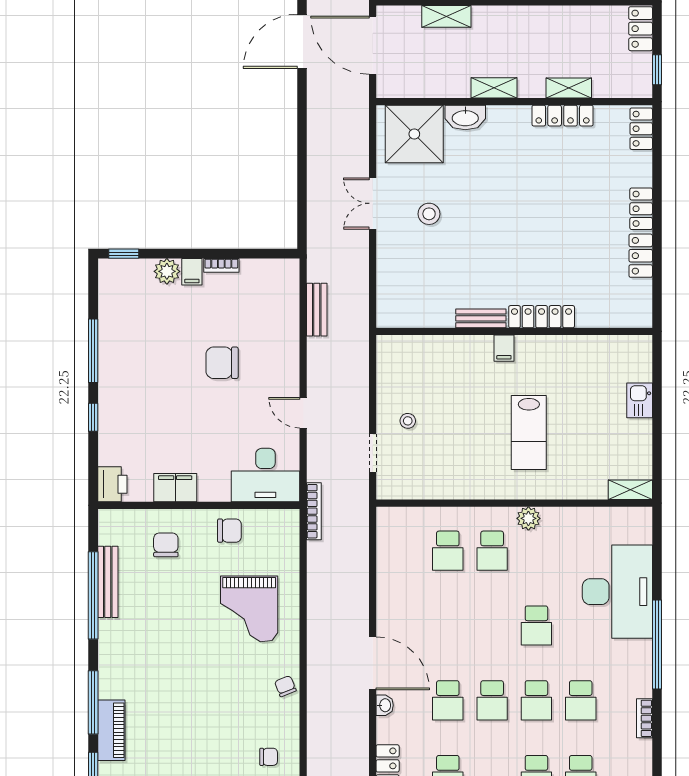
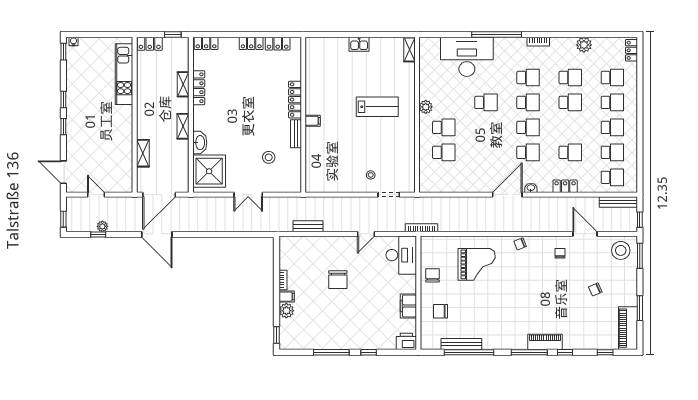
stool: (429, 214) -> (269, 157), moved
locker: (542, 317) -> (295, 100), moved
bench: (481, 318) -> (296, 134), moved
wall: (514, 331) -> (303, 115), moved
filing cabinet: (504, 348) -> (313, 121), moved

